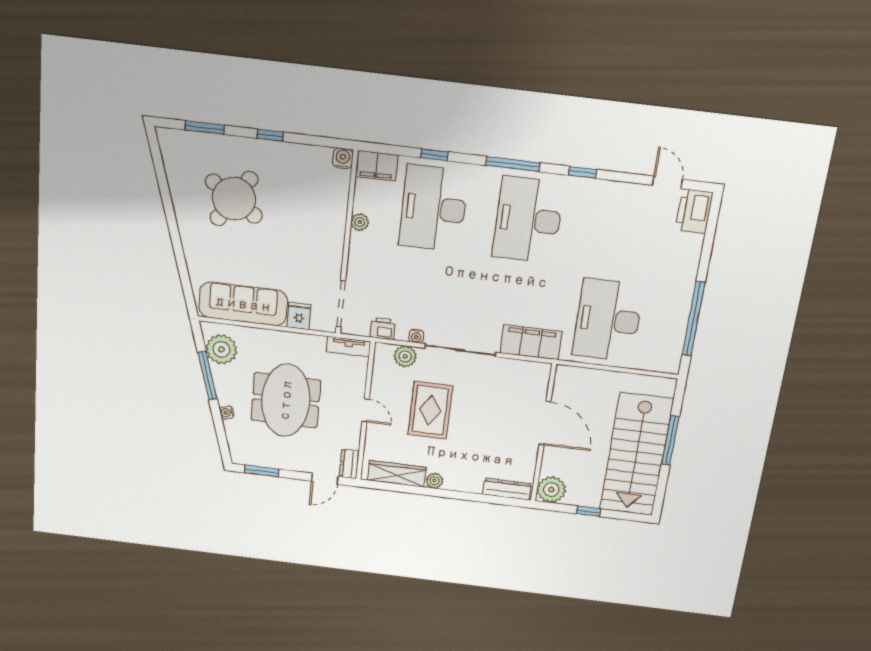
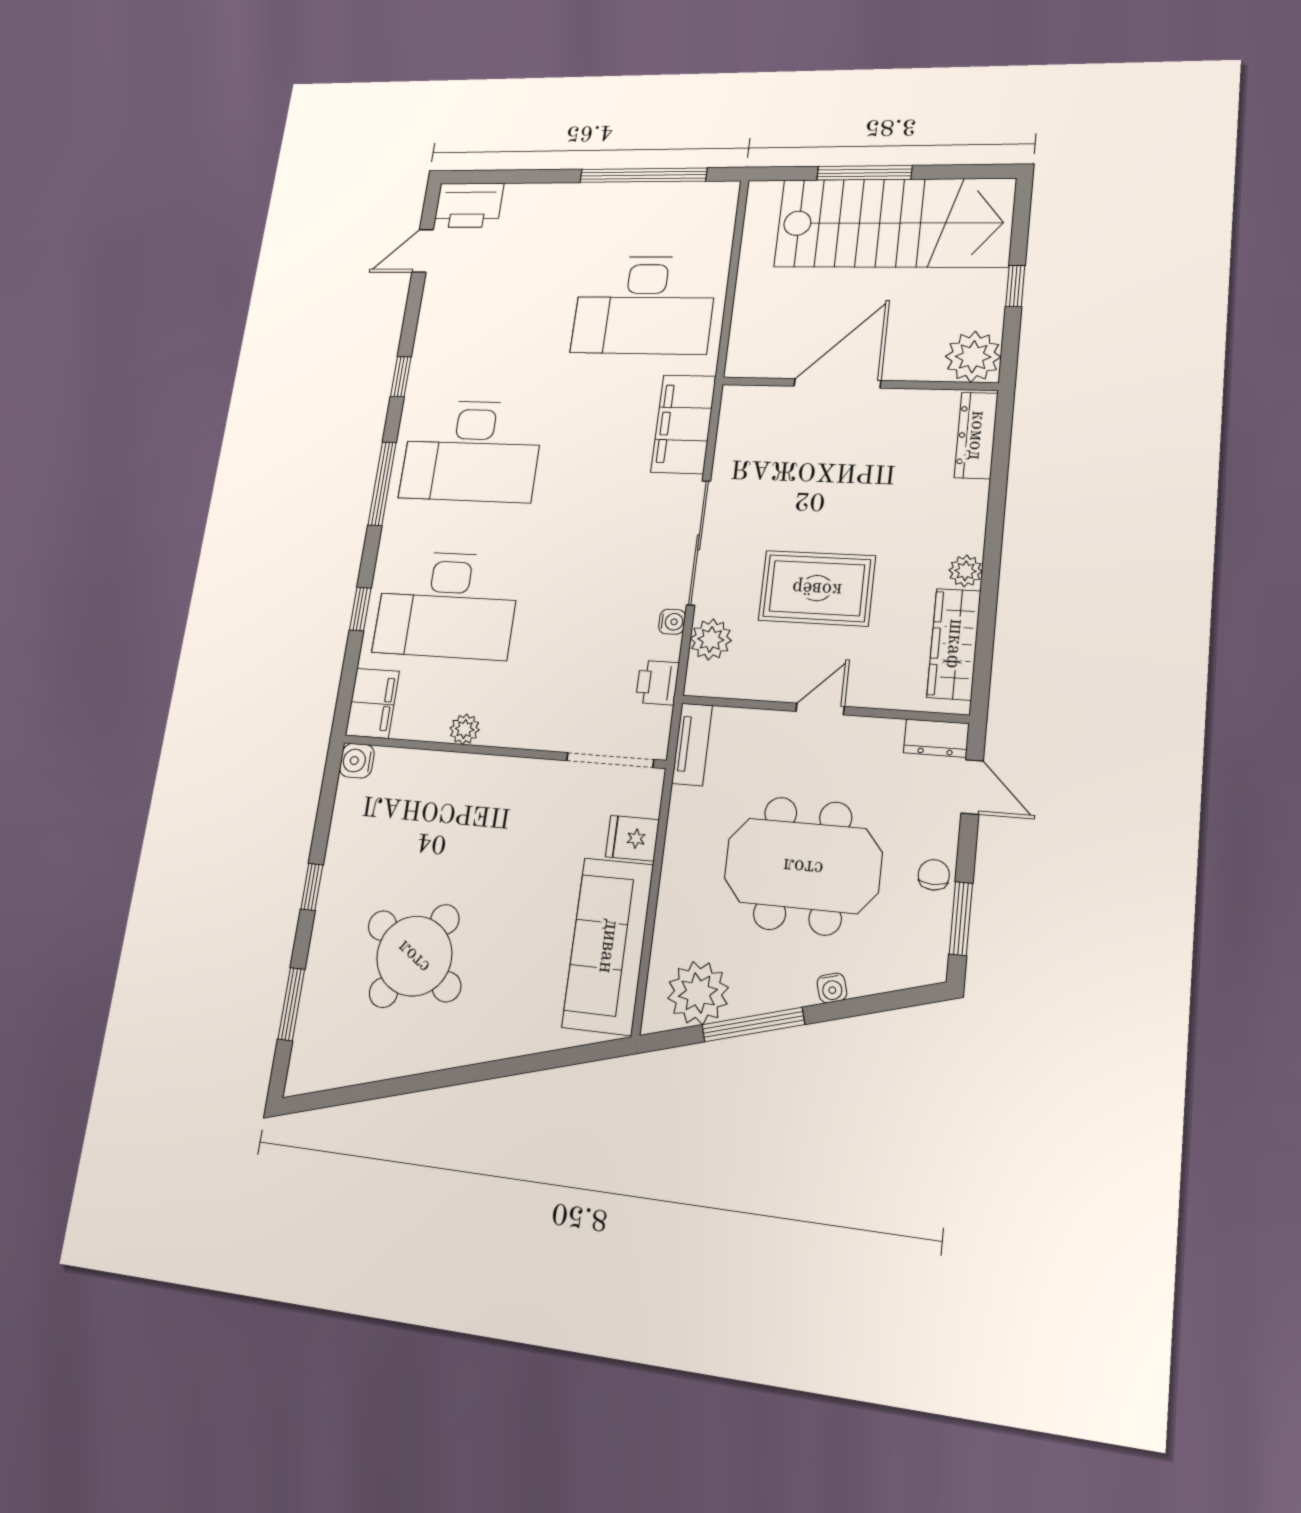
chair: (282, 460) -> (934, 875), added

